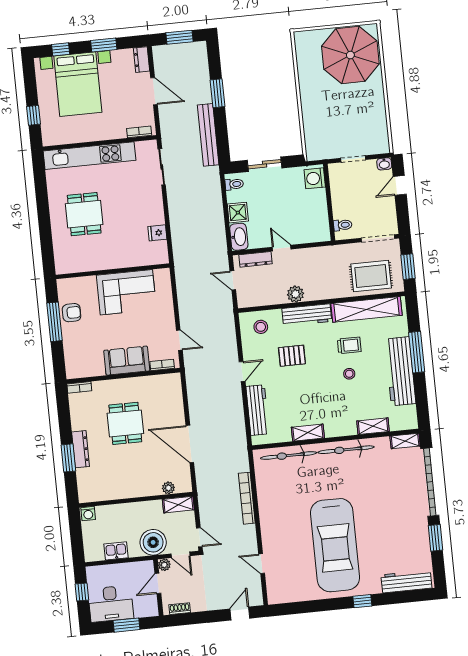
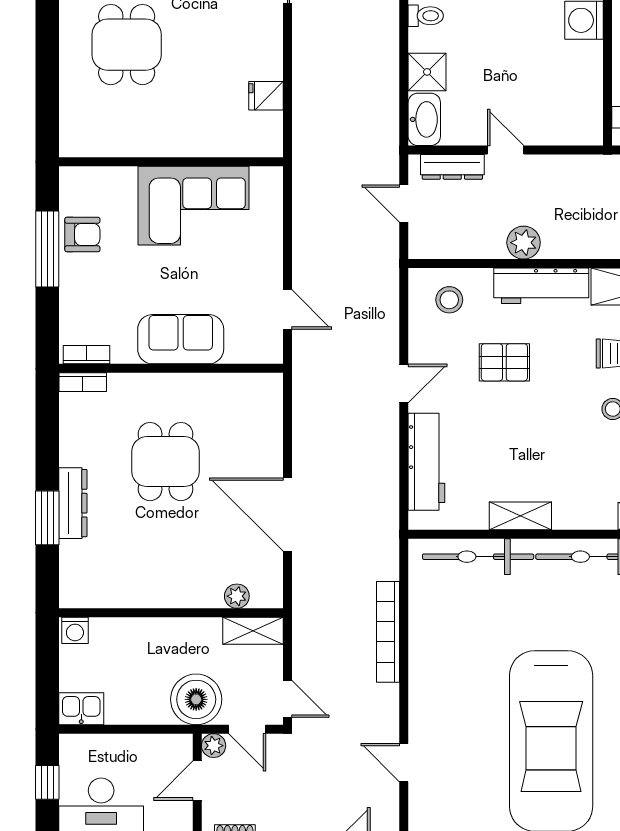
bookcase: (162, 365) -> (86, 355), moved
kitchen sink: (116, 551) -> (81, 709), moved

